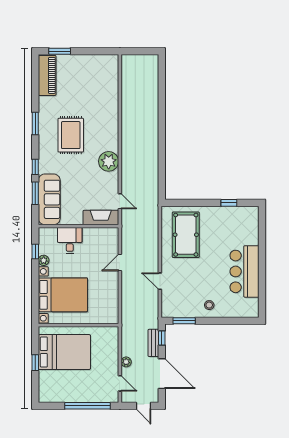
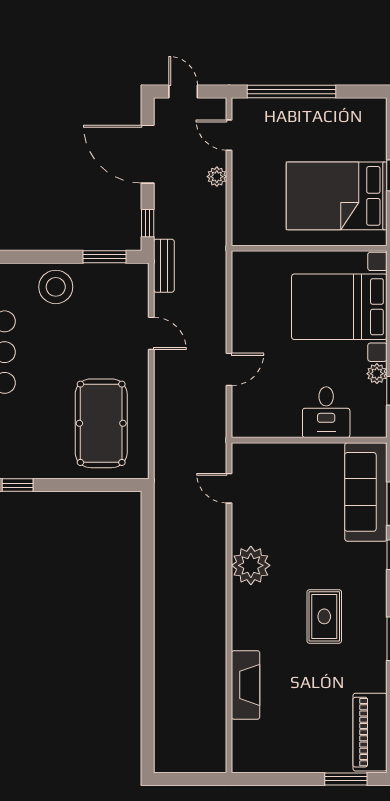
rug: (71, 135) -> (324, 616), width x0.73, depth x0.70
fireplace: (101, 218) -> (246, 685), moved, turned -90
stool: (209, 305) -> (56, 287), width x1.89, depth x1.89
bench: (153, 343) -> (164, 266), moved

